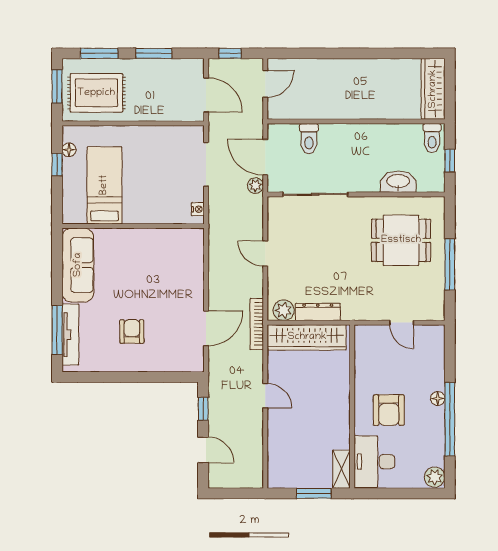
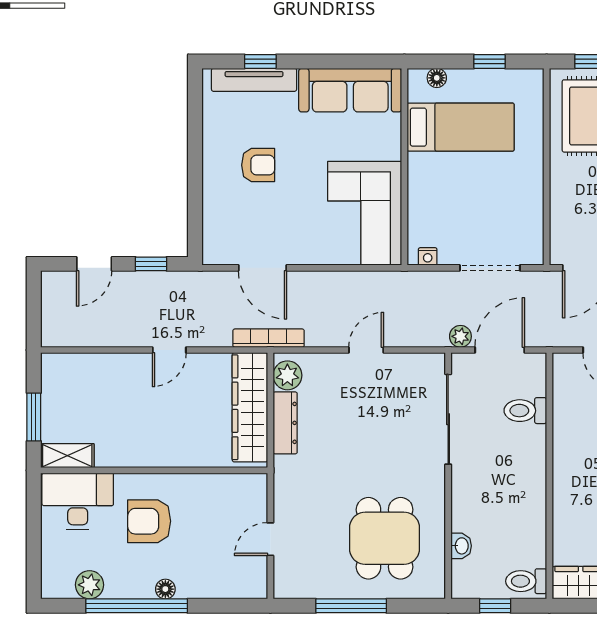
floor lamp: (69, 150) -> (437, 78), moved
washbasin: (398, 182) -> (461, 546), width x0.52, depth x0.69
corner sofa: (167, 255) -> (365, 213), added
window: (57, 330) -> (260, 61), width x0.46
plant: (435, 477) -> (89, 585), moved

